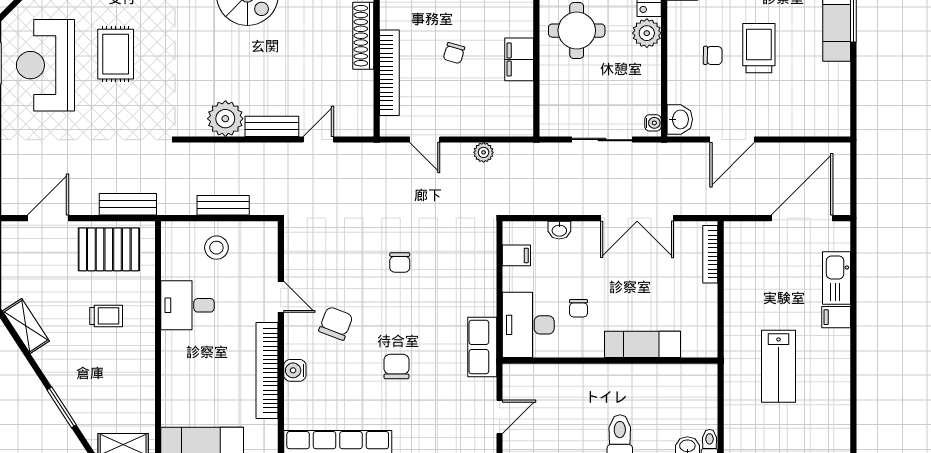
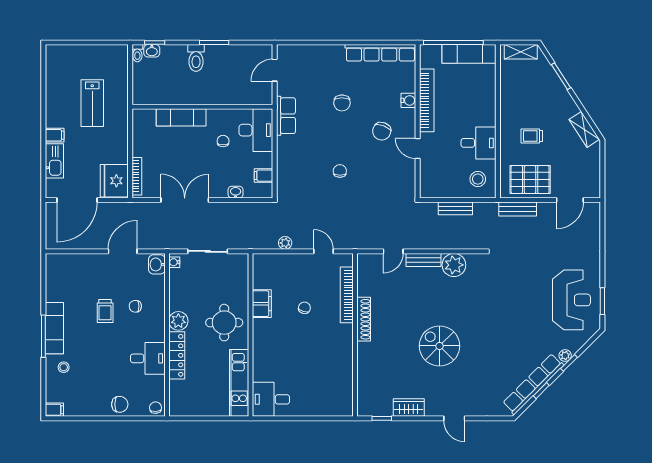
trolley: (759, 48) -> (105, 311), width x0.73, depth x0.72
rug: (116, 54) -> (526, 307), removed
fridge: (745, 247) -> (114, 181), added
stool: (216, 248) -> (478, 179), moved
lab bench: (779, 366) -> (92, 103), turned 180

